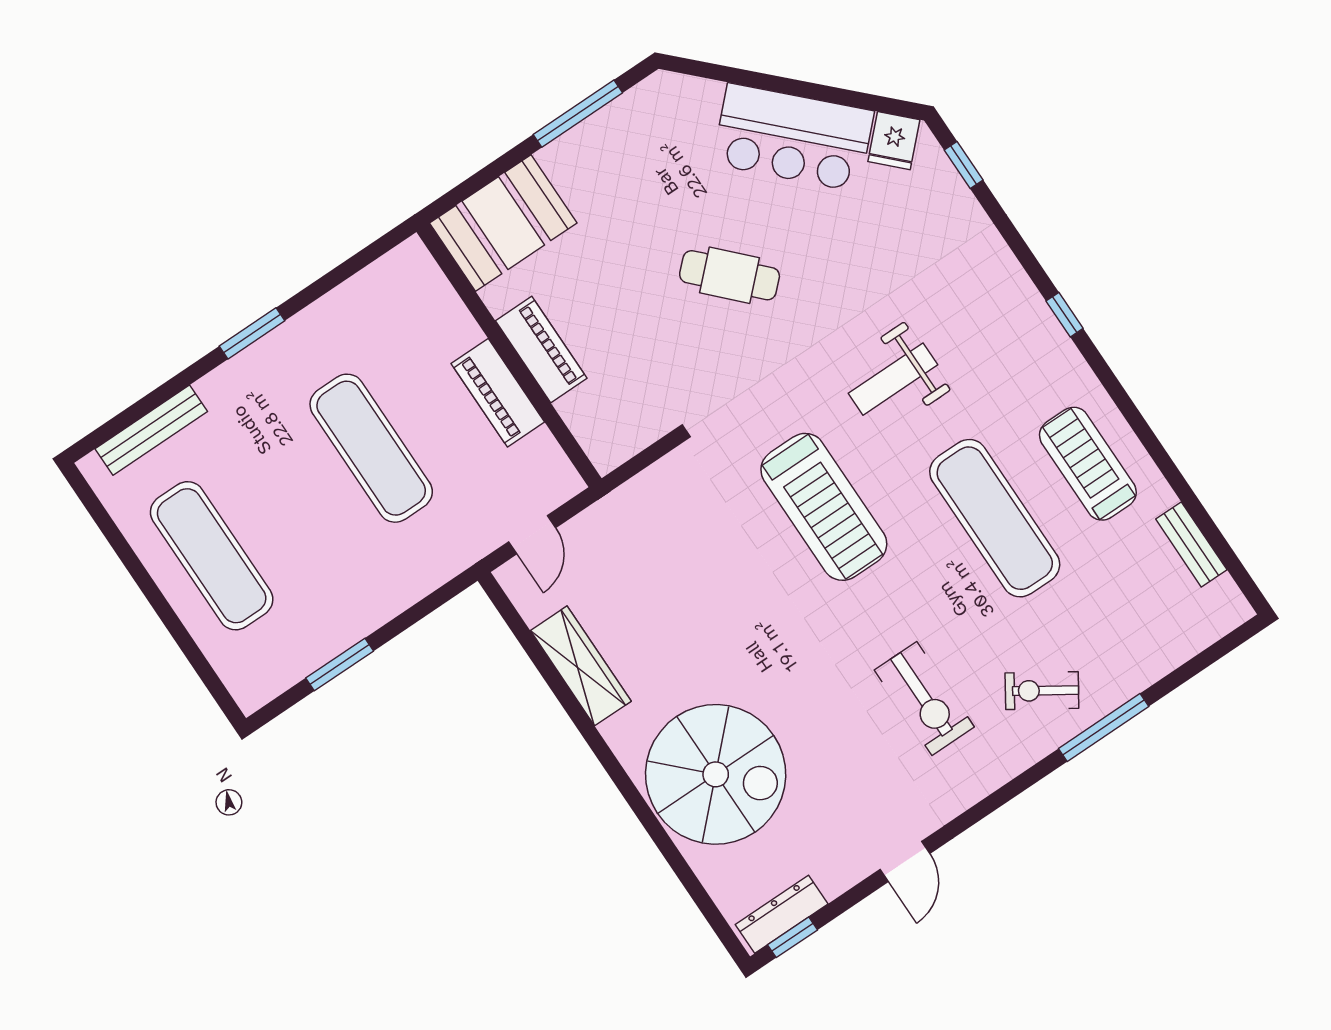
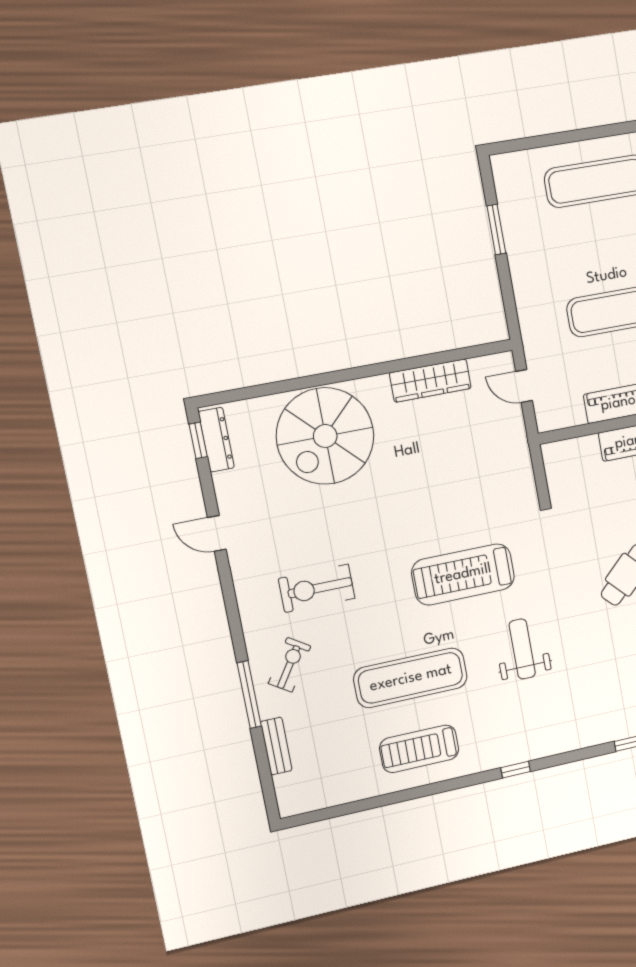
treadmill: (1088, 464) -> (419, 749), turned 180
bench: (1191, 544) -> (276, 746), moved, turned 90

